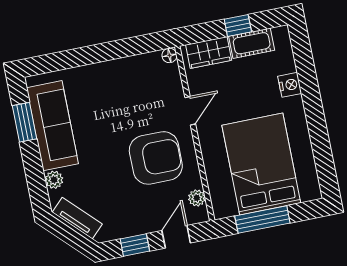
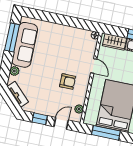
door: (190, 111) -> (94, 66), hinge flipped
window: (24, 122) -> (12, 37), width x1.44
armchair: (156, 158) -> (68, 81), width x0.53, depth x0.53

